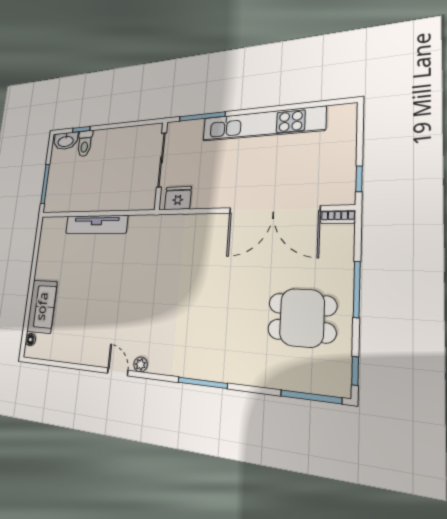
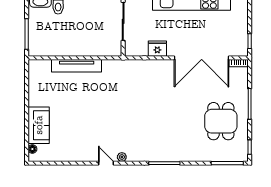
fridge: (178, 198) -> (157, 49), moved
dining table: (302, 318) -> (221, 121), turned 90

